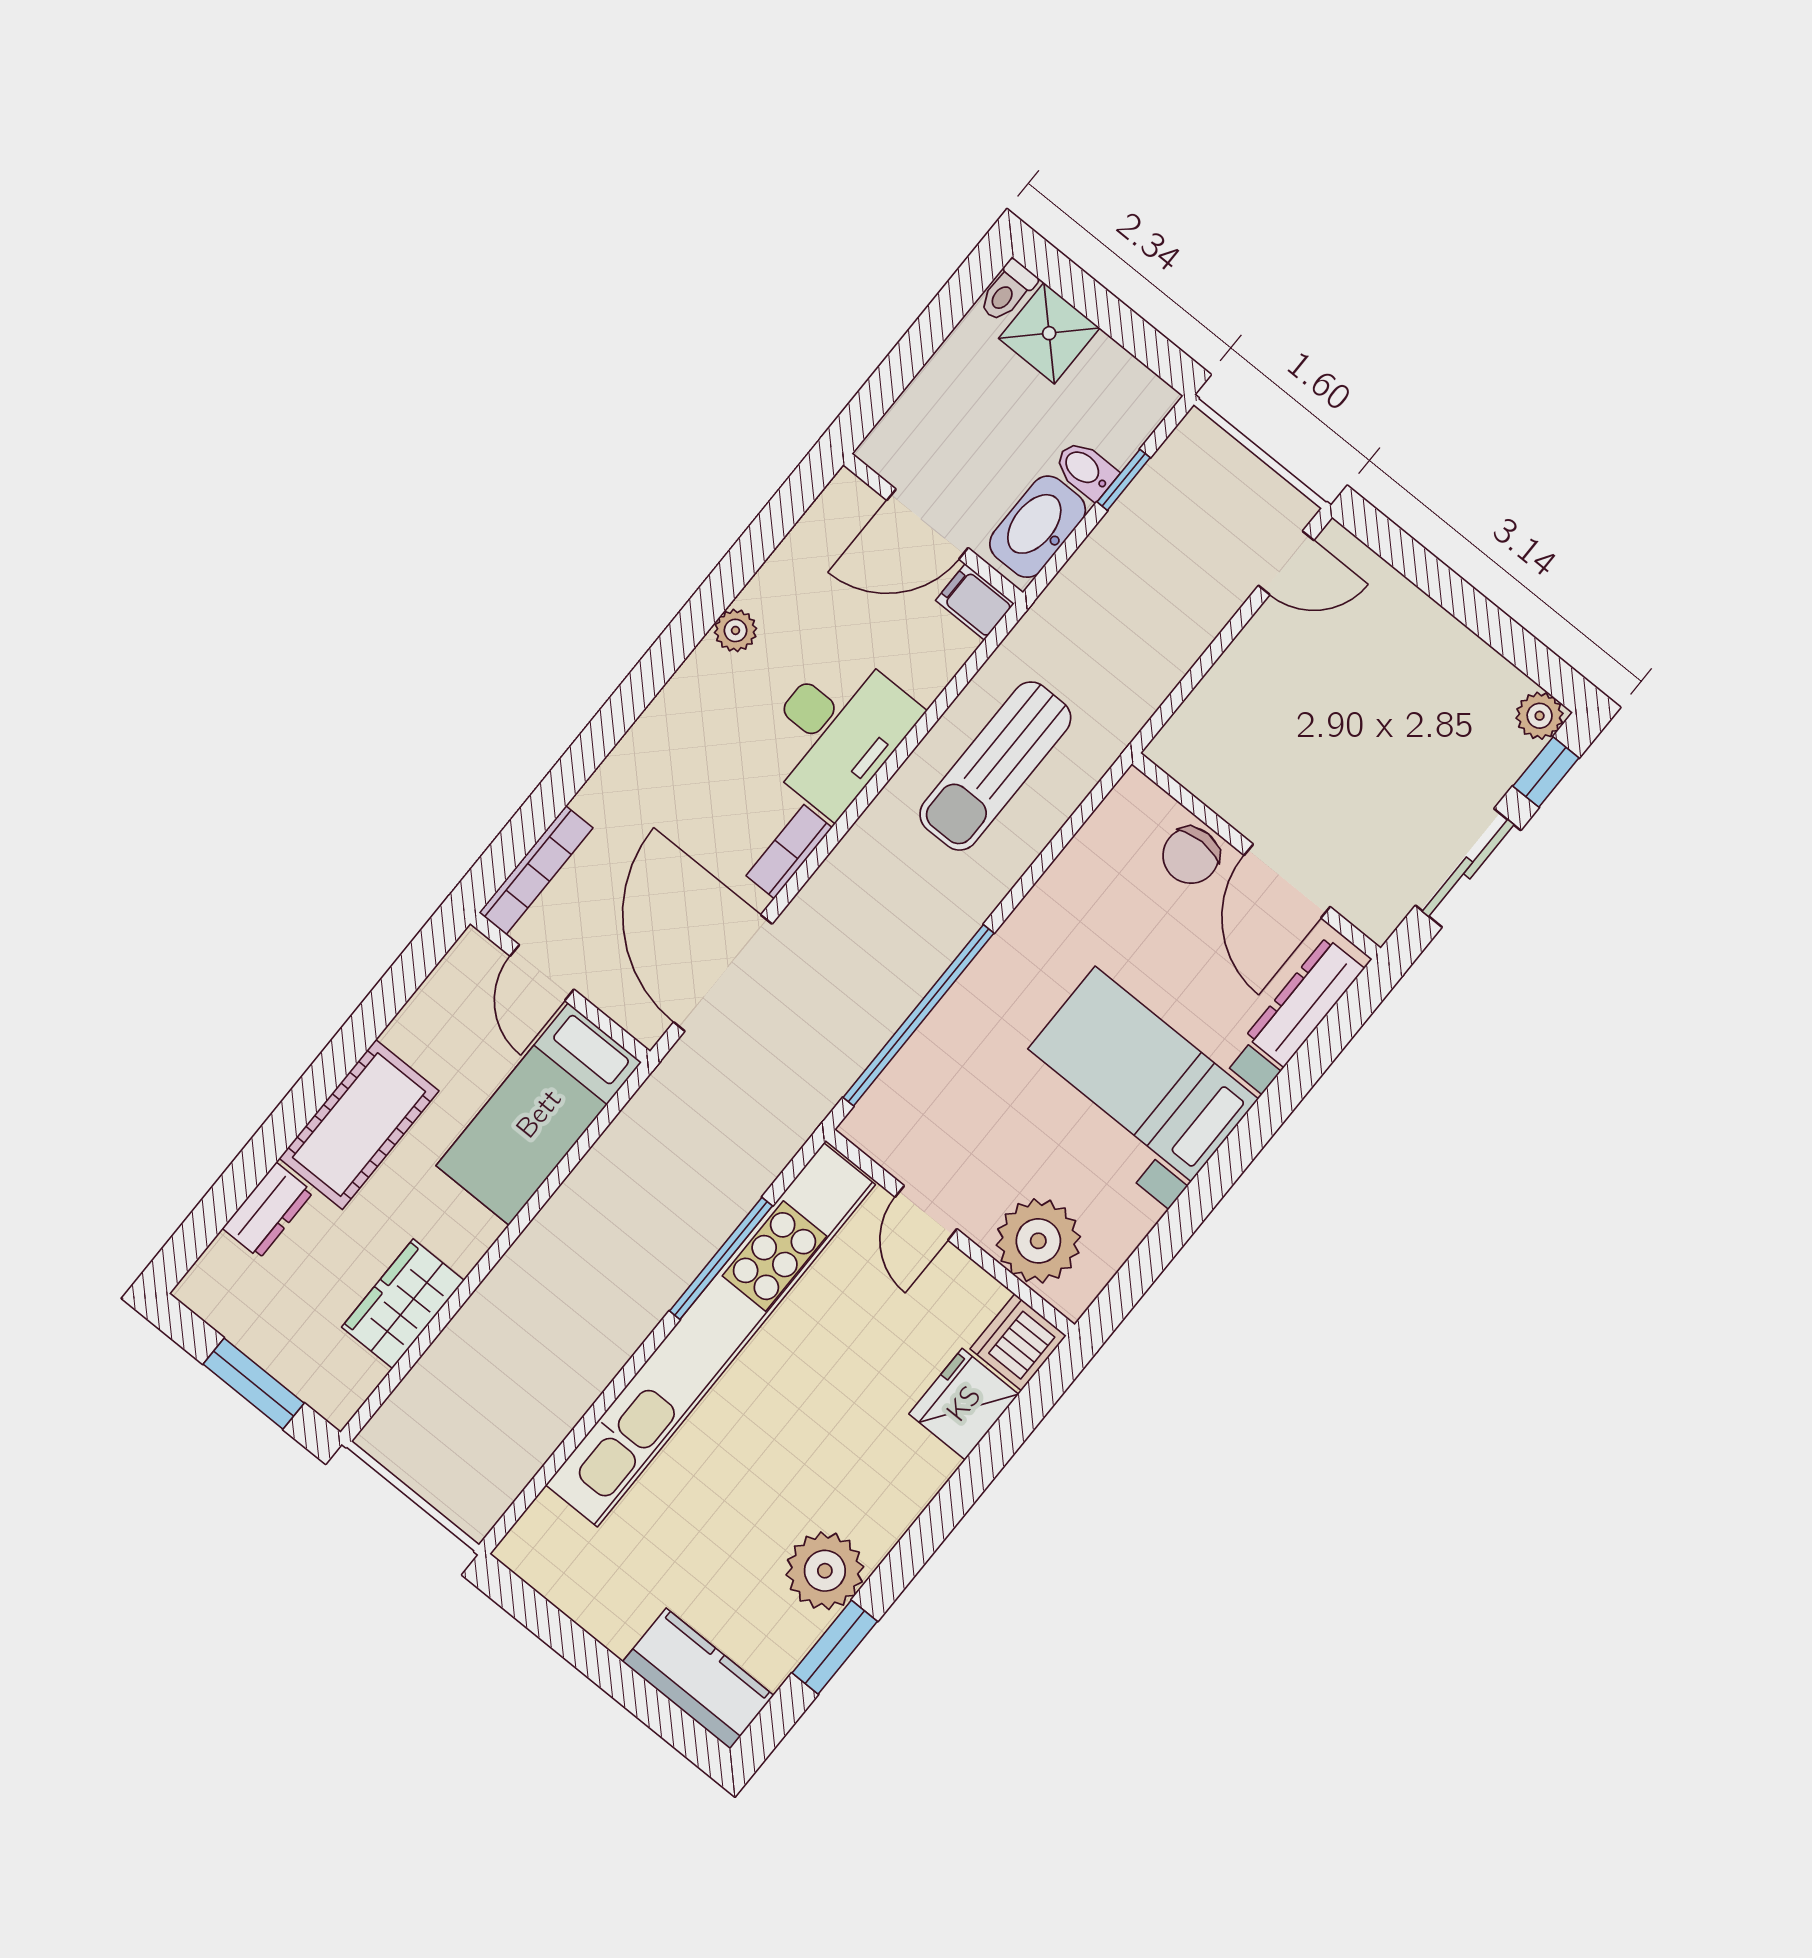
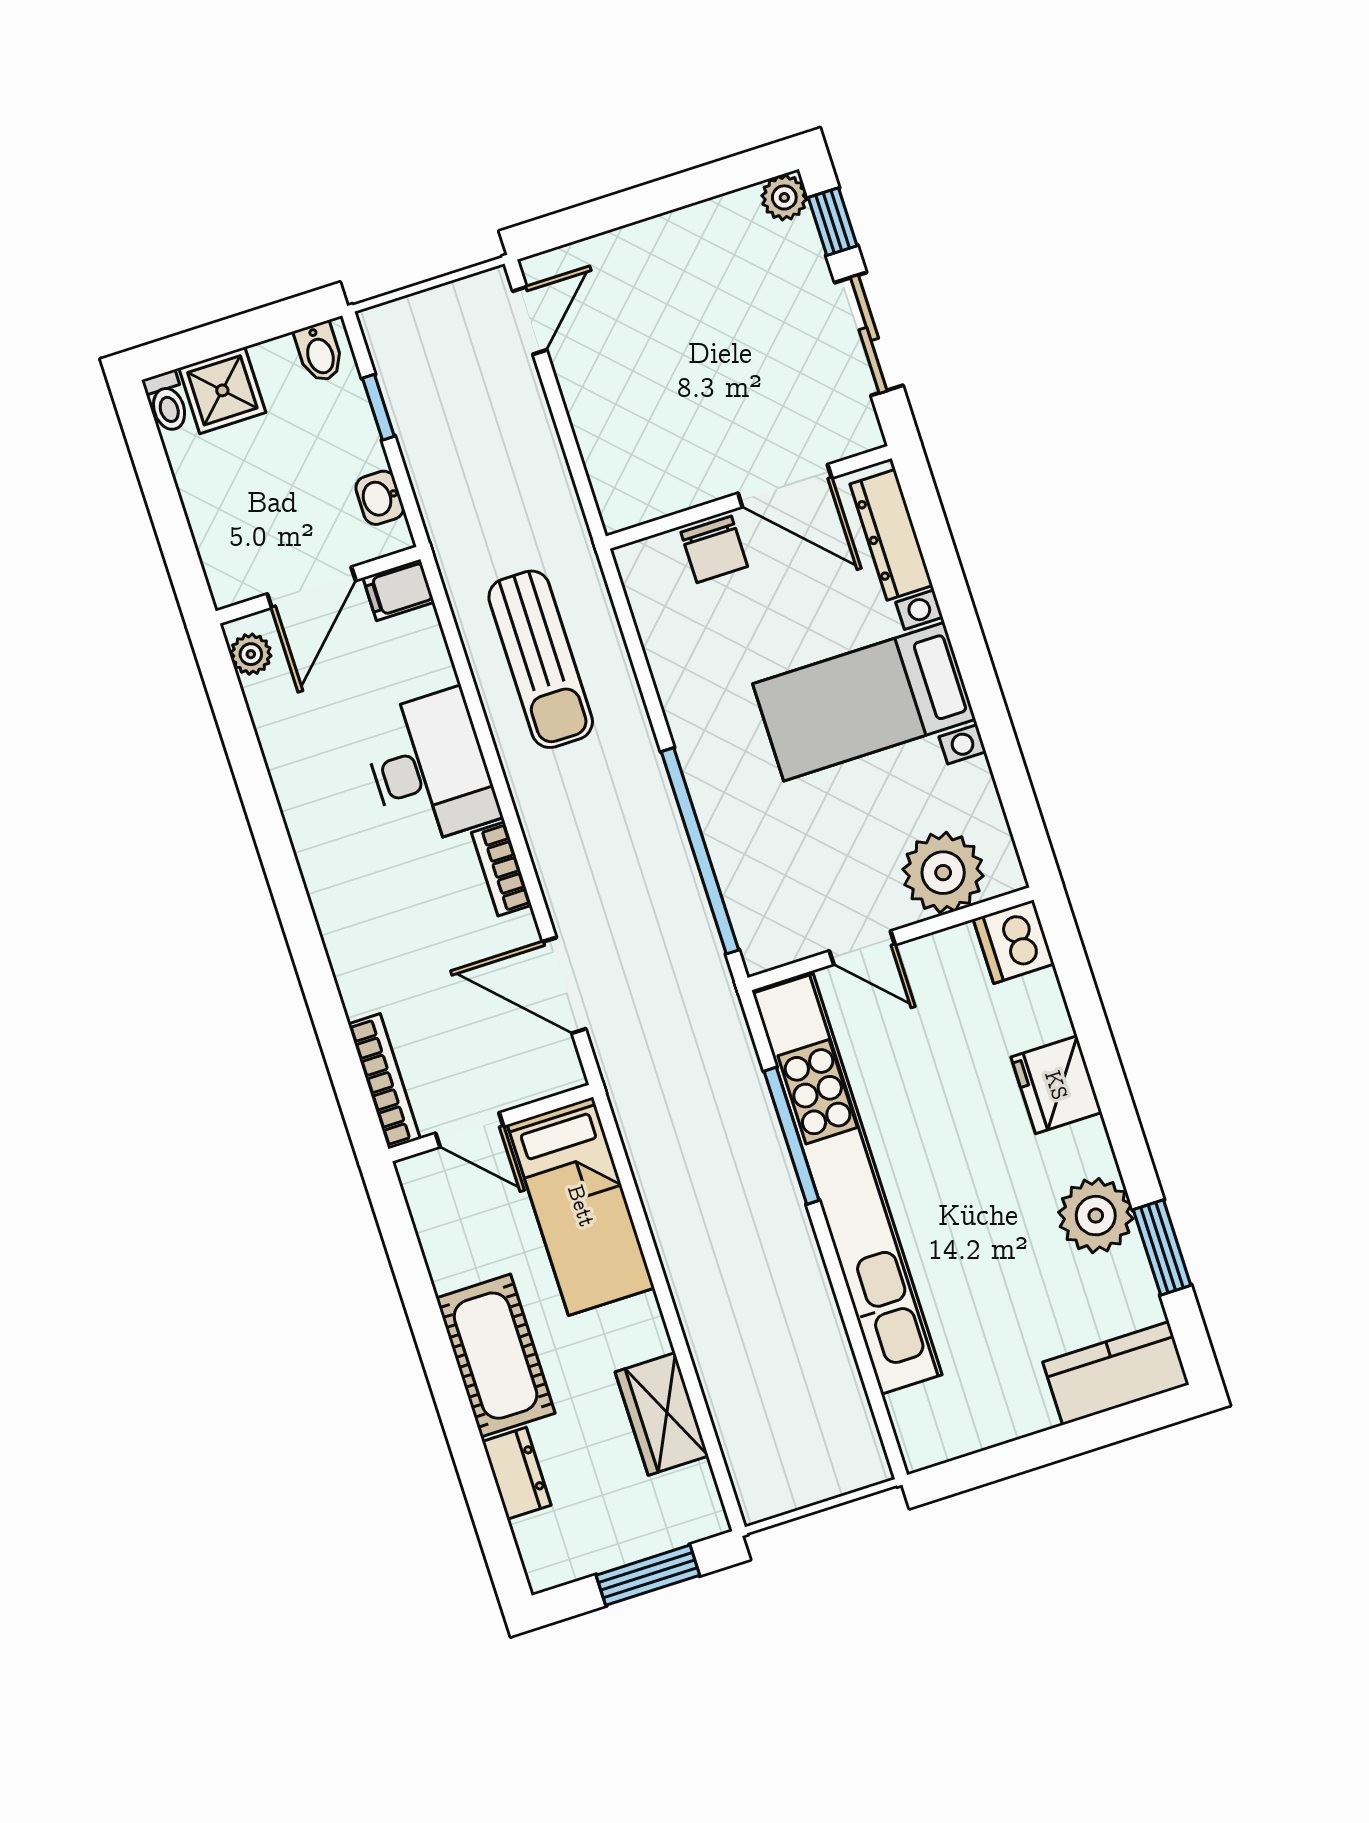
bidet: (1085, 470) -> (319, 352), moved, turned -90
washbasin: (1038, 527) -> (380, 498), width x0.52, depth x0.69
plant: (735, 630) -> (251, 654), moved
door: (723, 973) -> (564, 985), width x0.73
fridge: (964, 1404) -> (1056, 1085), moved

